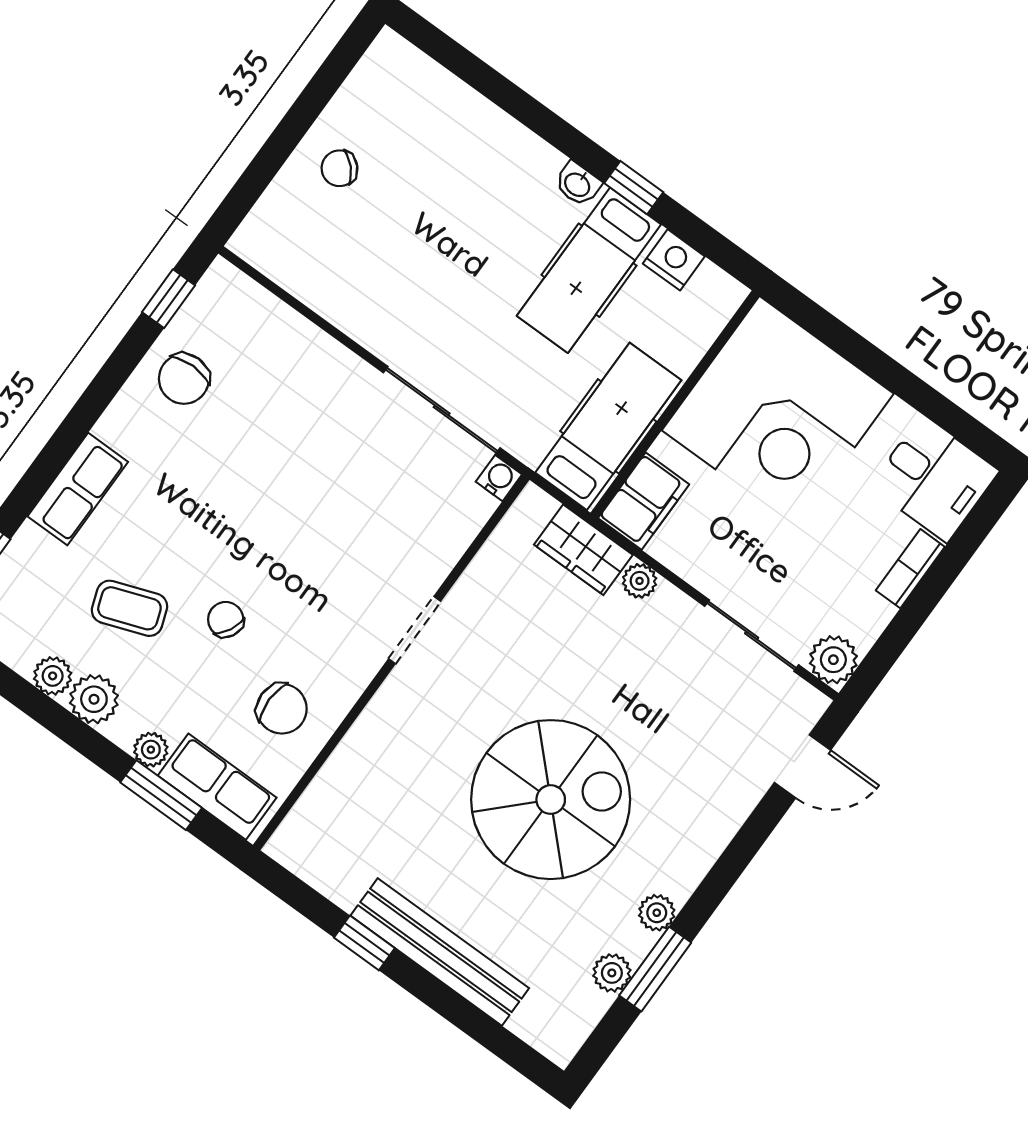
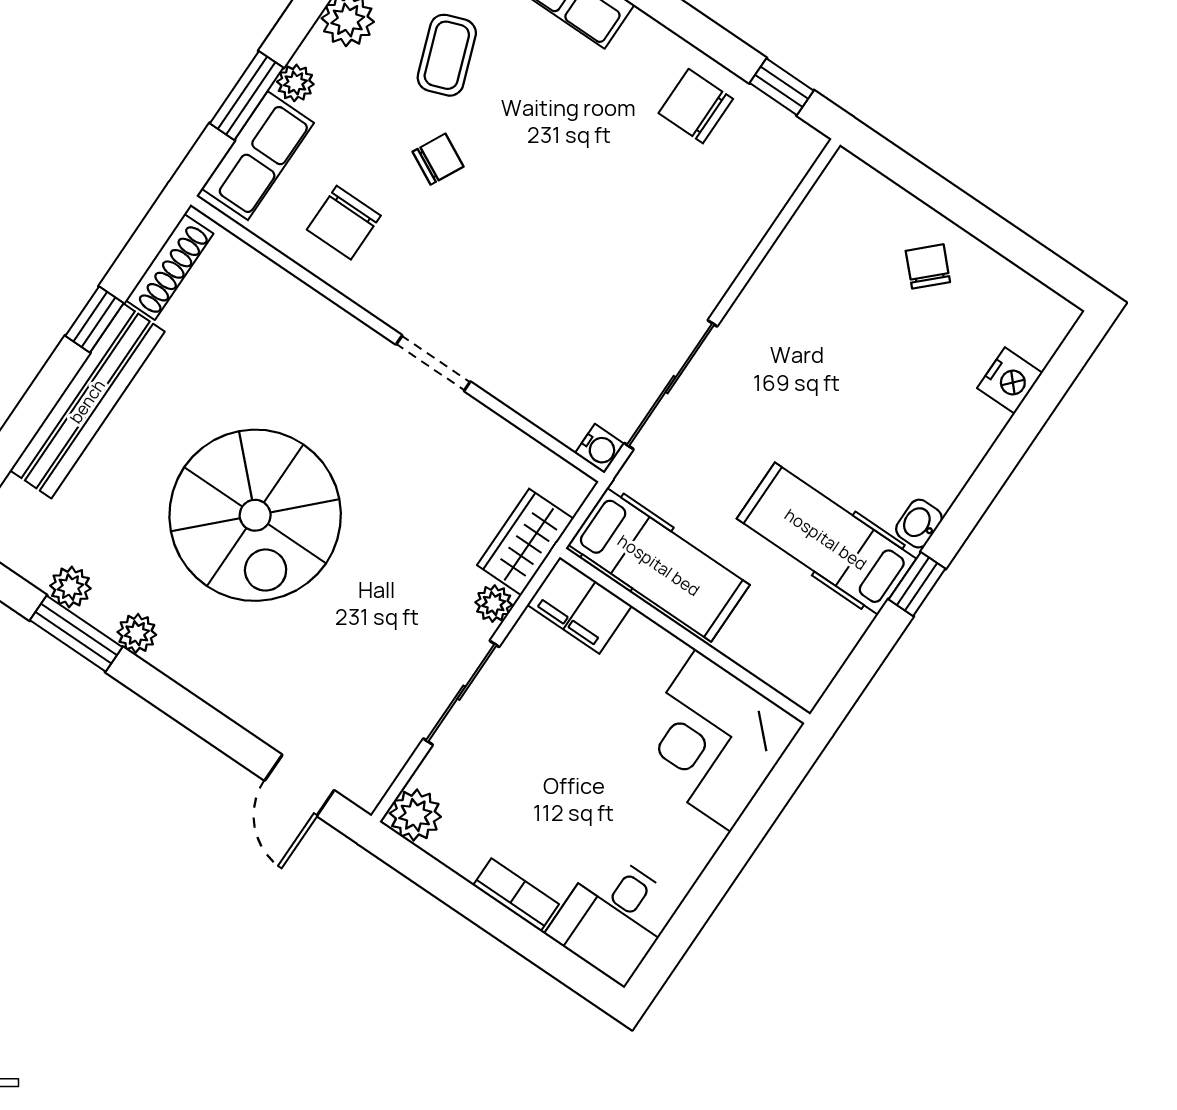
nightstand: (674, 260) -> (1010, 380), moved
corner desk: (778, 412) -> (713, 740), width x0.74, depth x0.74
sliding door: (752, 636) -> (461, 693), moved
shoe rack: (318, 872) -> (169, 267), added

